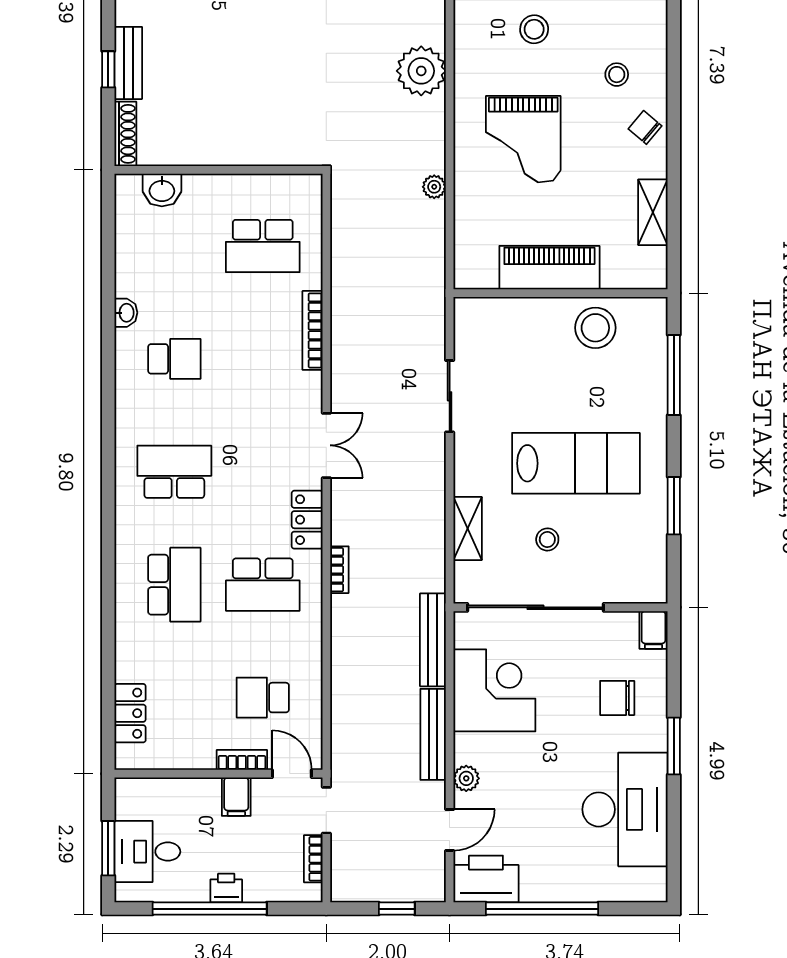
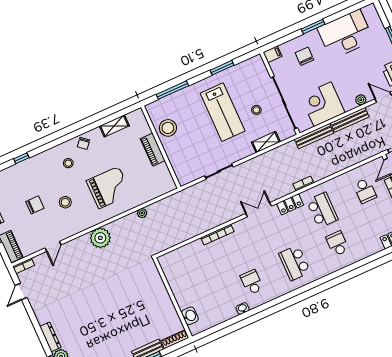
school desk: (263, 246) -> (194, 268), removed
piano: (549, 268) -> (153, 150), width x0.73, depth x0.75
lab bench: (576, 463) -> (223, 112), turned 180
school desk: (174, 585) -> (337, 244), width x0.54
chair: (617, 698) -> (304, 56), turned 180

